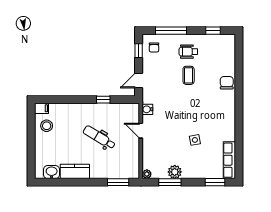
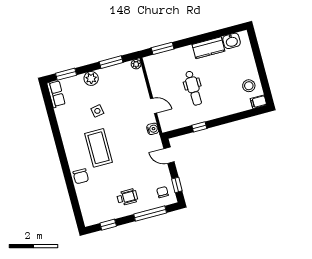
coffee table: (189, 75) -> (98, 148), moved, width x1.86, depth x1.72
door: (139, 80) -> (169, 155), swing flipped
dental chair: (99, 137) -> (193, 88), turned 58
row of seats: (229, 160) -> (56, 94), width x0.68
plant: (175, 172) -> (91, 78), moved

